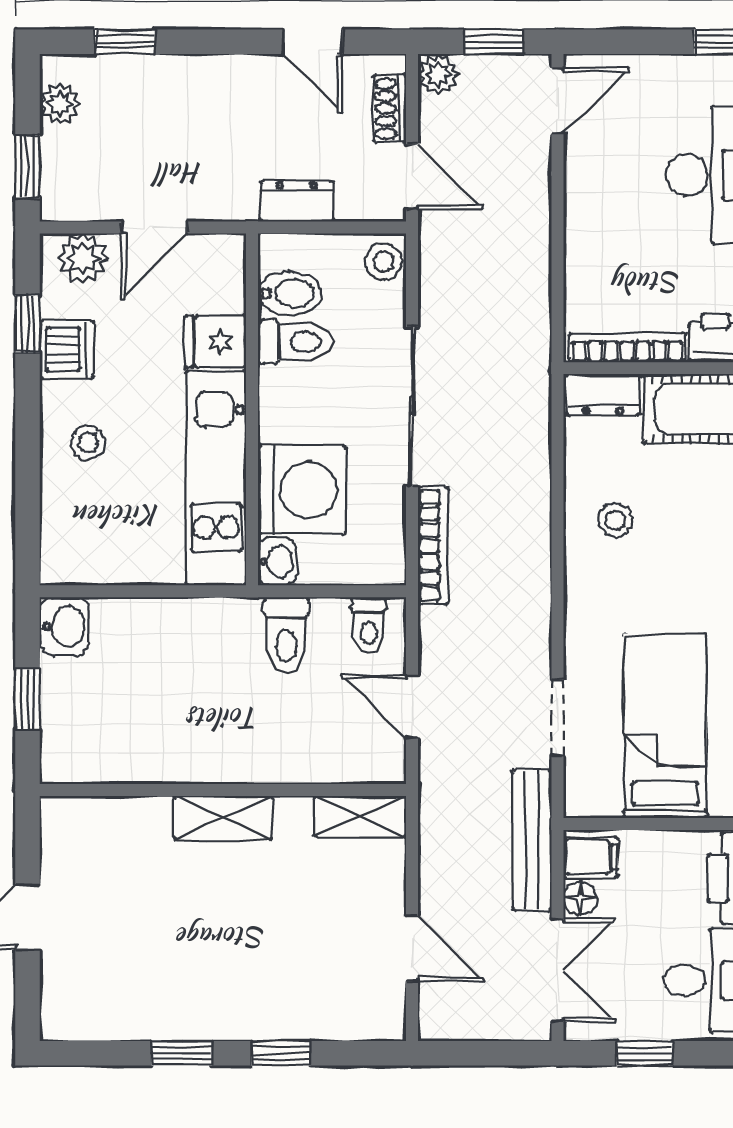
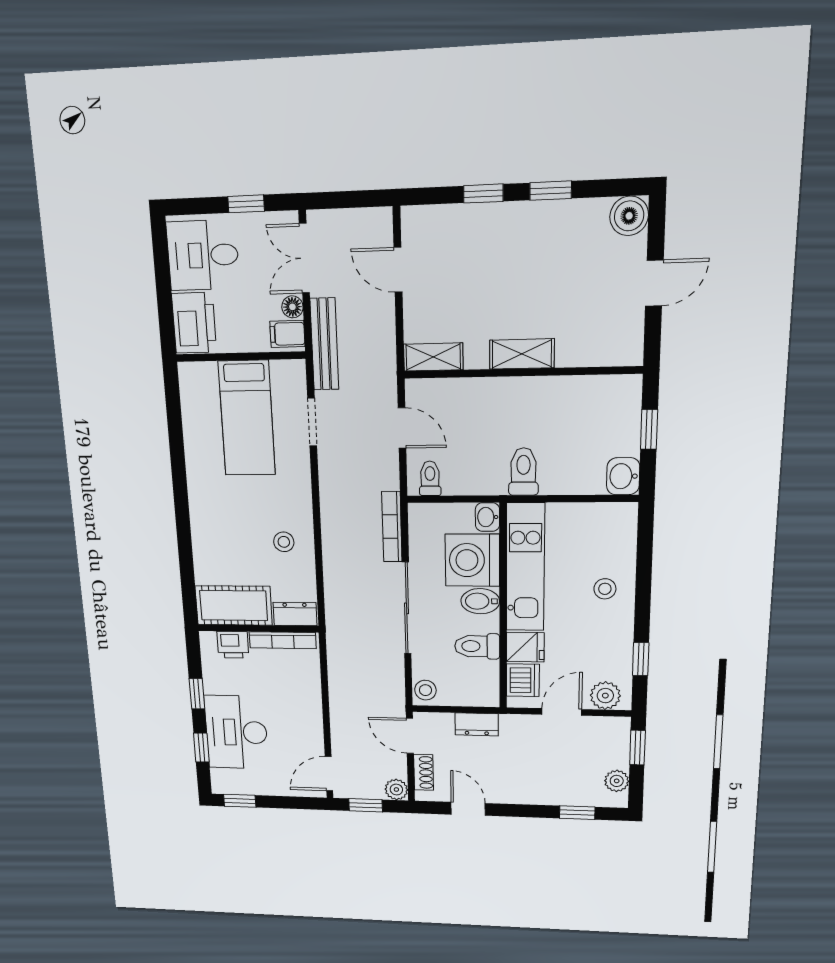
bidet: (289, 293) -> (480, 601), moved
dishwasher: (67, 349) -> (523, 680), moved, turned 180
toilet: (286, 635) -> (523, 472), moved
boiler: (67, 1014) -> (629, 216), added

